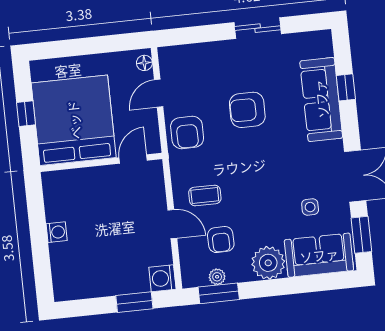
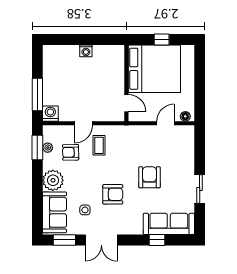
door: (159, 93) -> (166, 123), hinge flipped
sofa: (321, 99) -> (169, 224), moved
armchair: (187, 132) -> (113, 194), moved, turned 180
window: (134, 302) -> (37, 95), width x1.44

